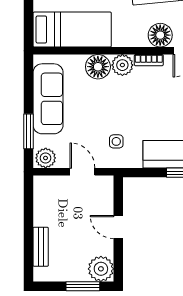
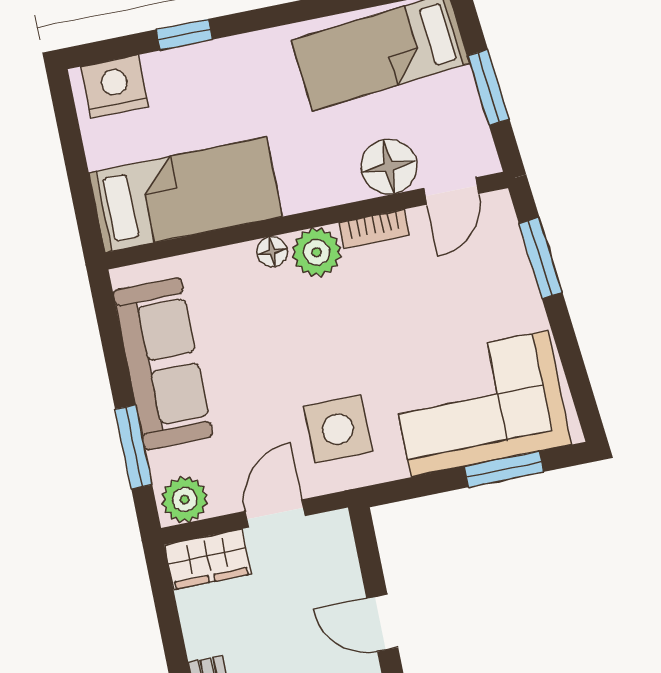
floor lamp: (98, 67) -> (272, 252), width x0.53, depth x0.53
side table: (116, 141) -> (338, 429), width x1.87, depth x1.87
door: (82, 172) -> (275, 514), hinge flipped
wardrobe: (50, 185) -> (208, 559), added

